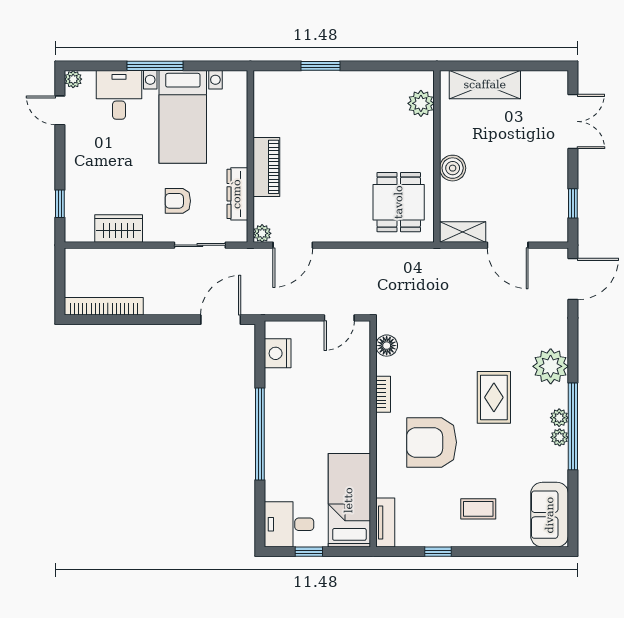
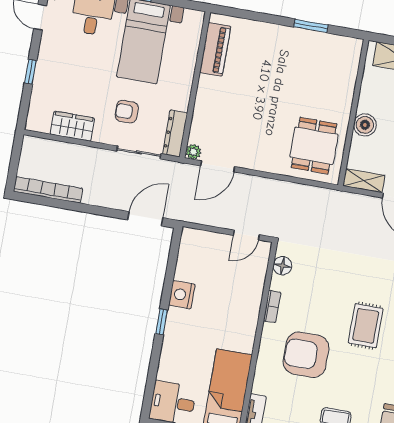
window: (321, 66) -> (311, 26), moved
plant: (421, 103) -> (348, 65), removed
piano: (266, 167) -> (215, 49), moved
dresser: (237, 194) -> (175, 133), moved
window: (60, 204) -> (30, 72), moved
nightstand: (278, 353) -> (182, 295), moved
window: (260, 434) -> (162, 322), width x0.32

